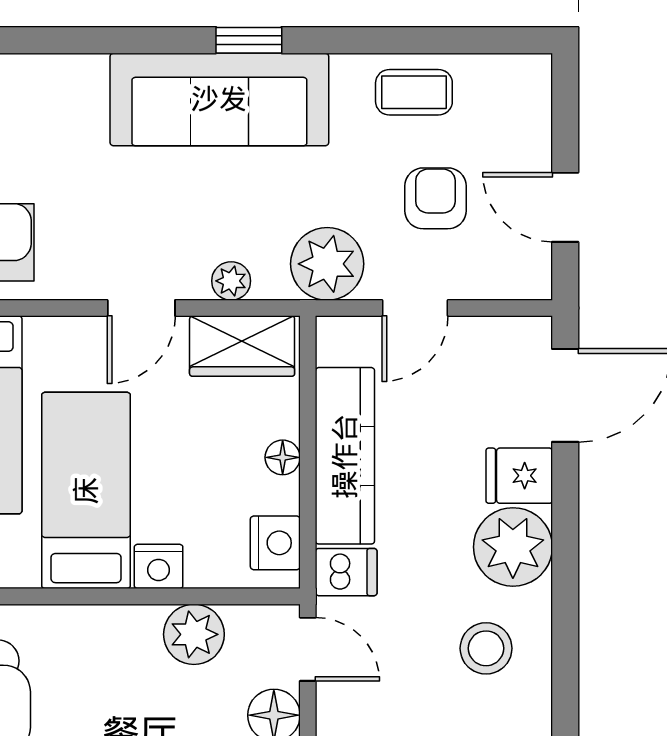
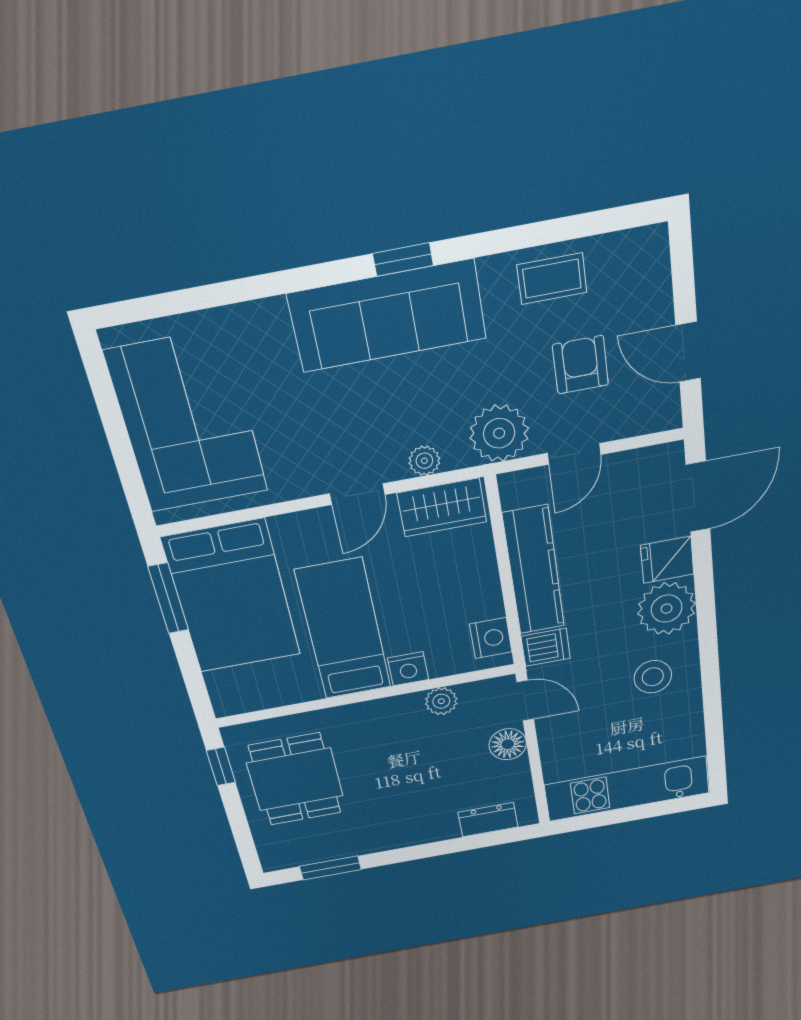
floor lamp: (283, 457) -> (487, 580), removed
plant: (194, 634) -> (441, 701), width x0.73, depth x0.73

